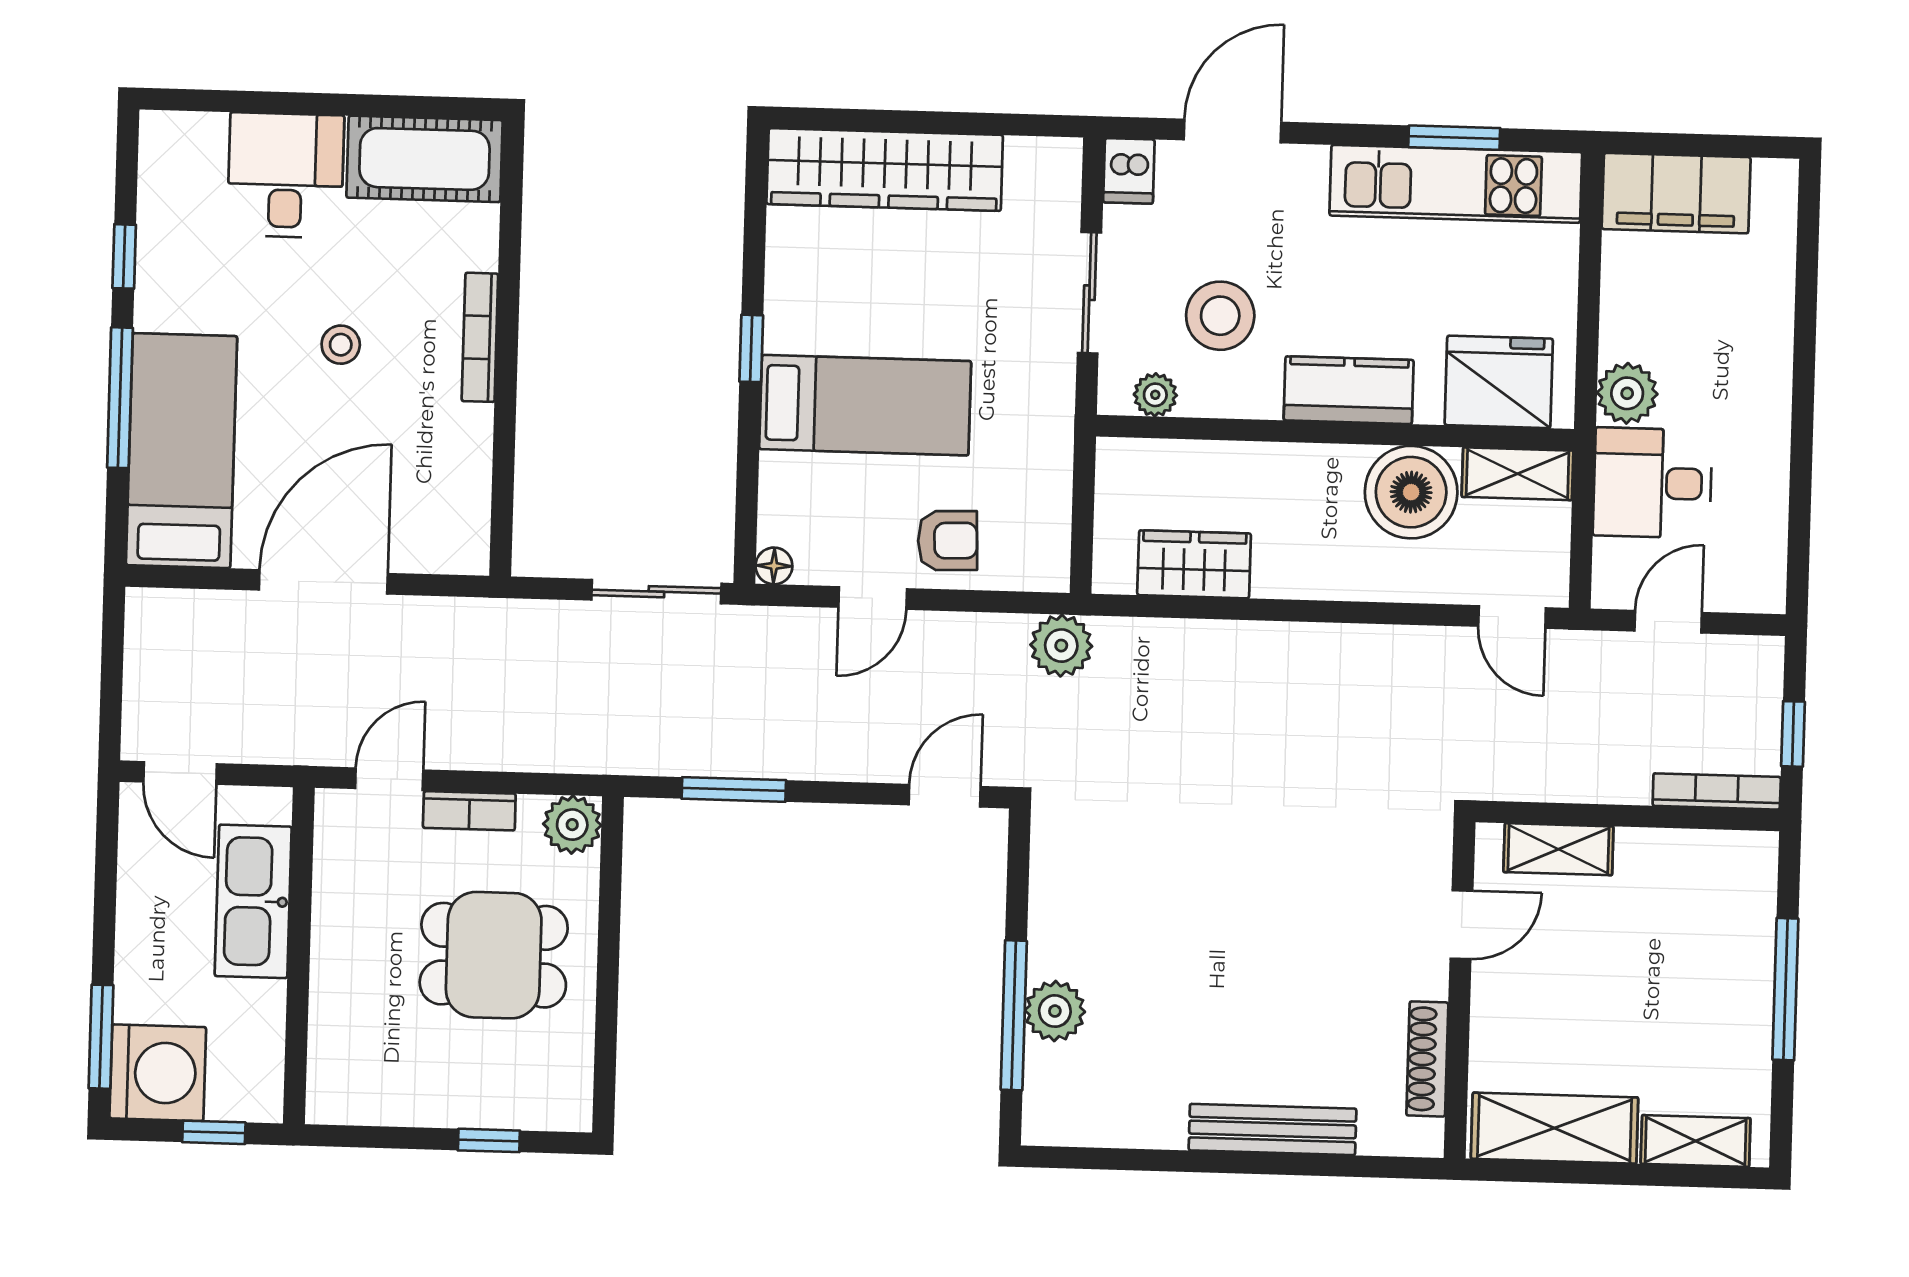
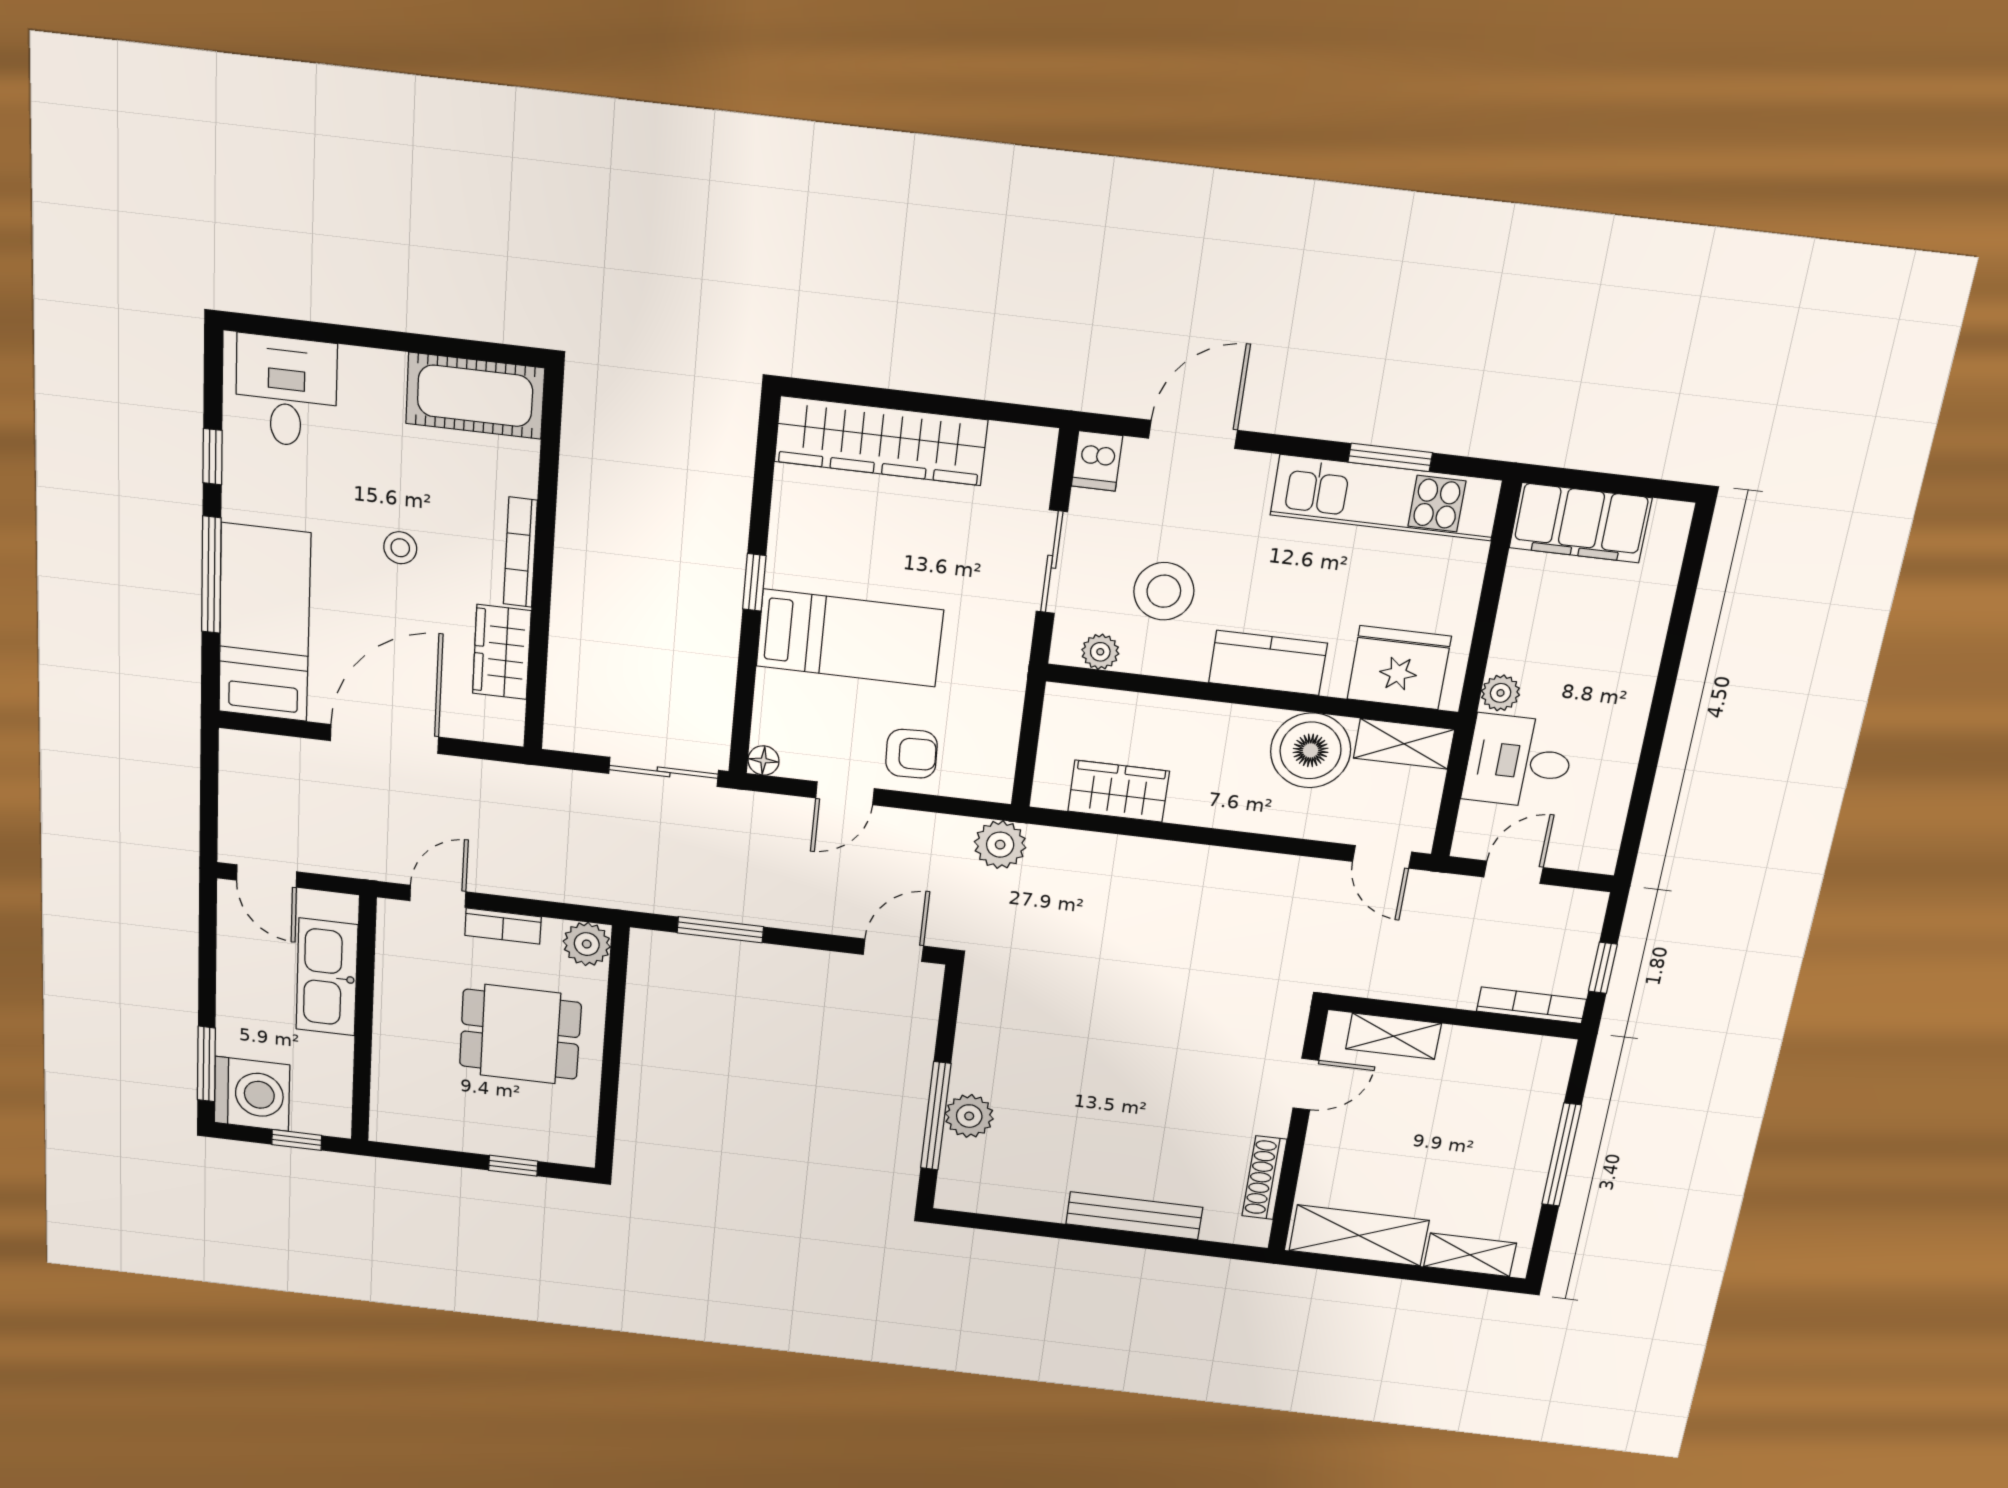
desk: (286, 175) -> (286, 391), moved
plant: (1627, 393) -> (1501, 693), width x0.73, depth x0.73
wardrobe: (461, 460) -> (502, 652), added

